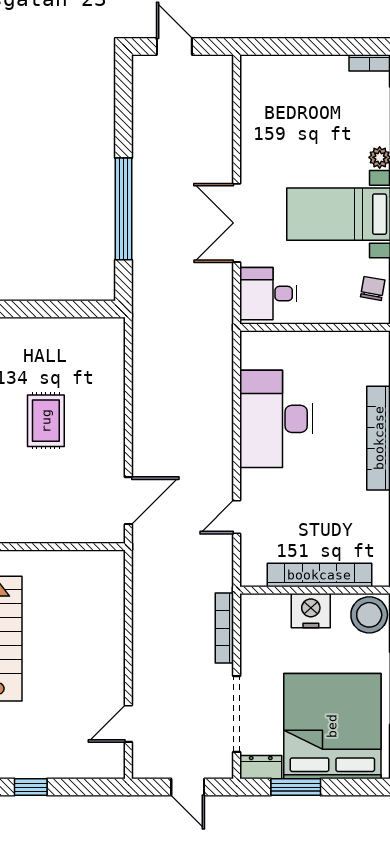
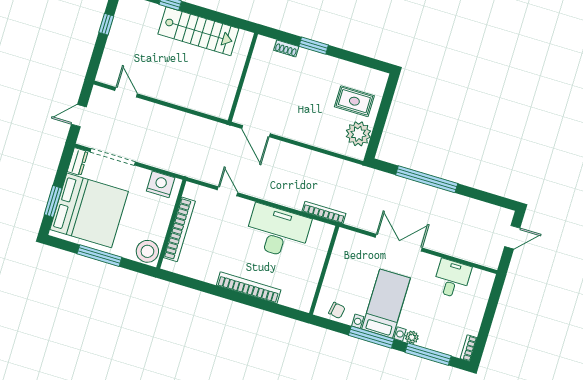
desk: (268, 294) -> (452, 279), moved
plant: (84, 338) -> (358, 134), added
rug: (46, 421) -> (354, 101), moved
nightstand: (311, 611) -> (161, 184), moved, turned -90
bookcase: (224, 628) -> (324, 212), moved
window: (296, 787) -> (53, 201), moved

